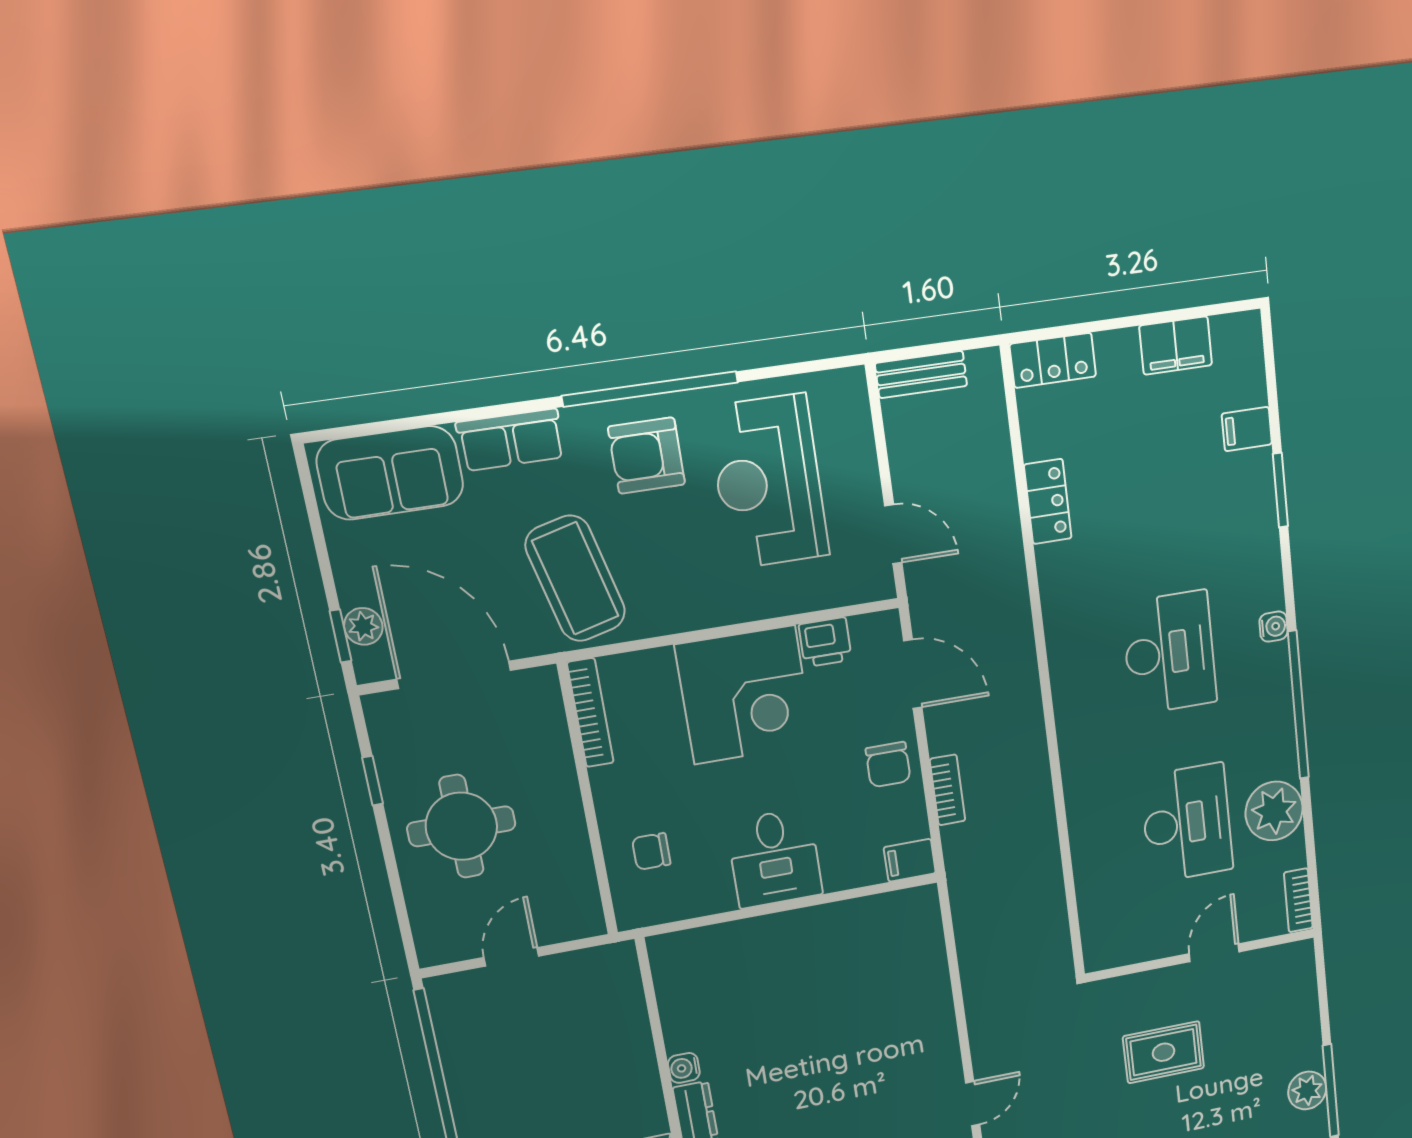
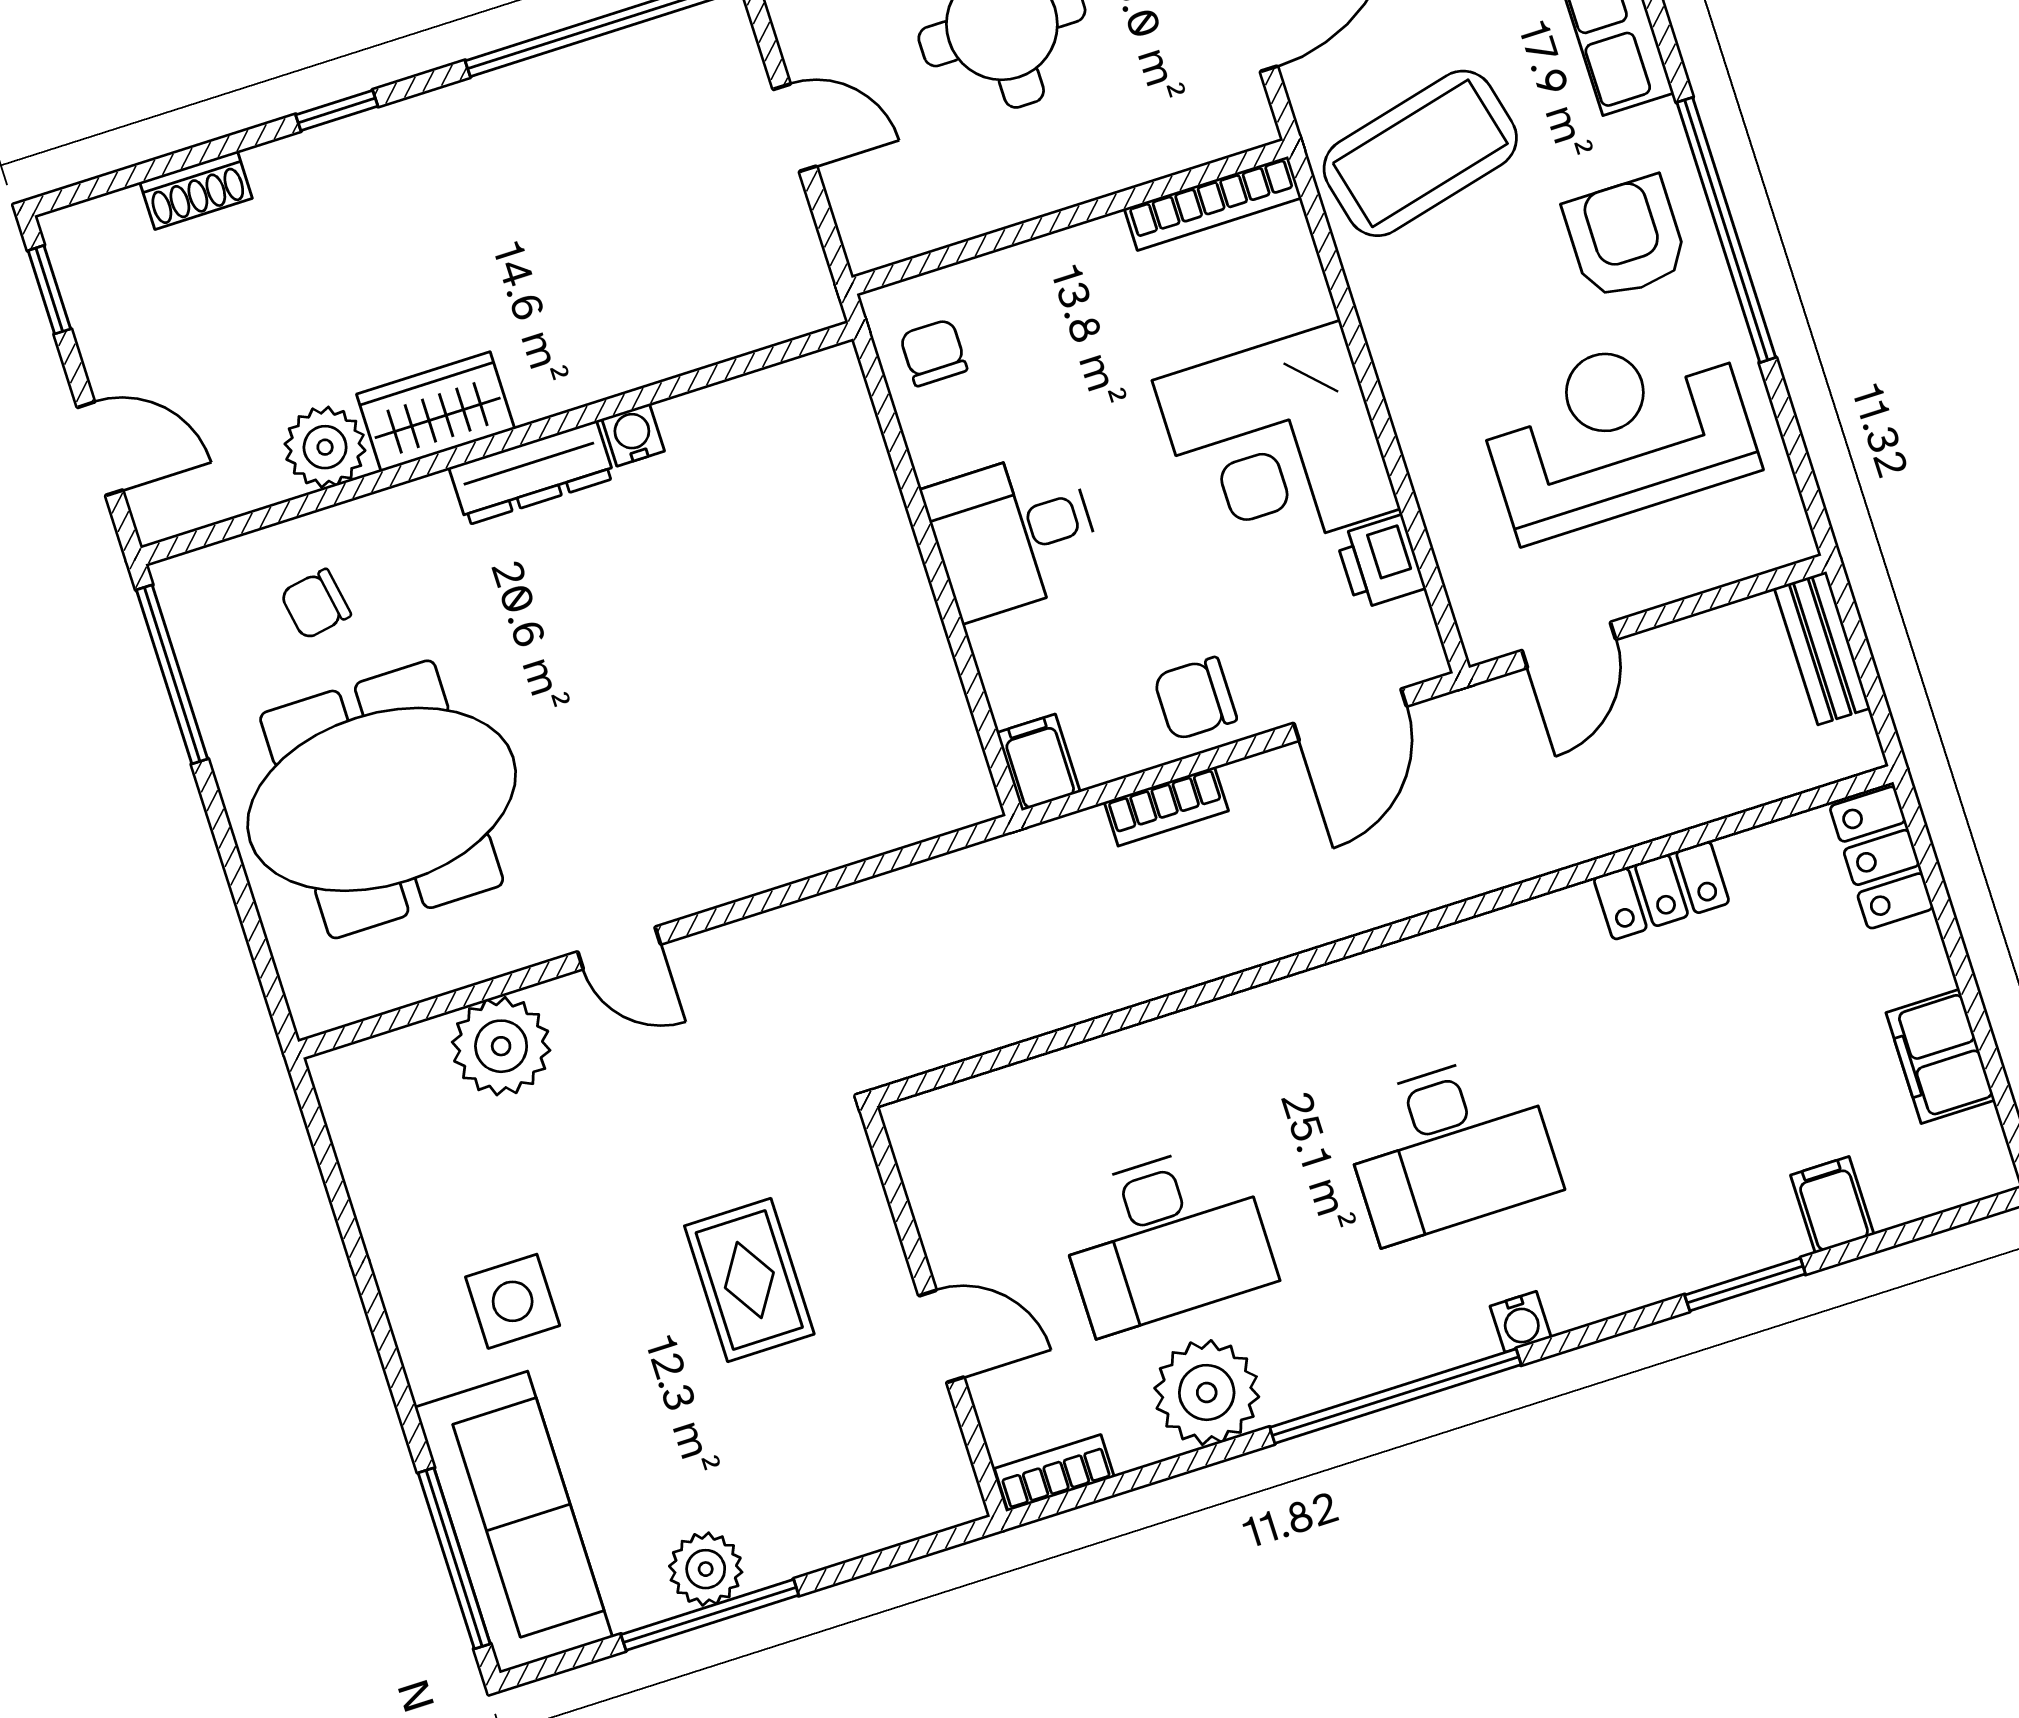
chair: (651, 851) -> (933, 353), moved

